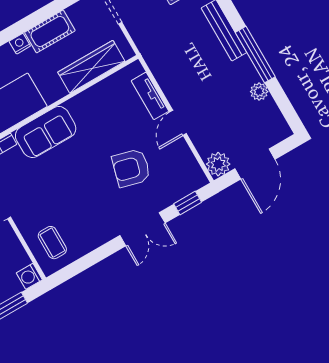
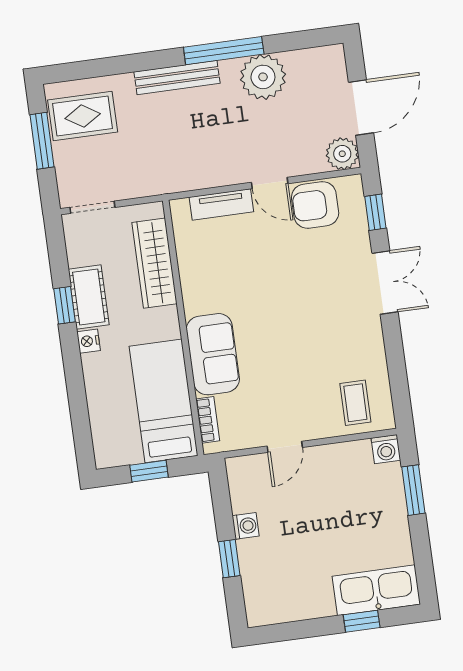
window: (37, 17) -> (65, 305), added
plant: (259, 92) -> (263, 77), width x1.87, depth x1.87
door: (255, 164) -> (361, 108), hinge flipped
armchair: (131, 168) -> (315, 205), moved, turned 75
coffee table: (52, 243) -> (355, 403), turned 90

